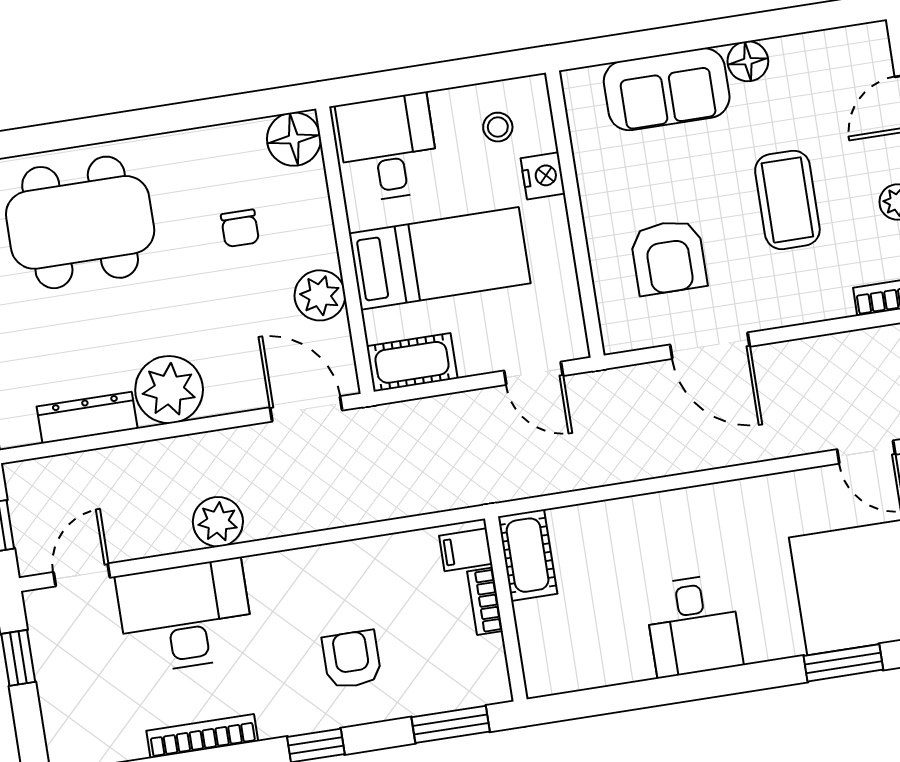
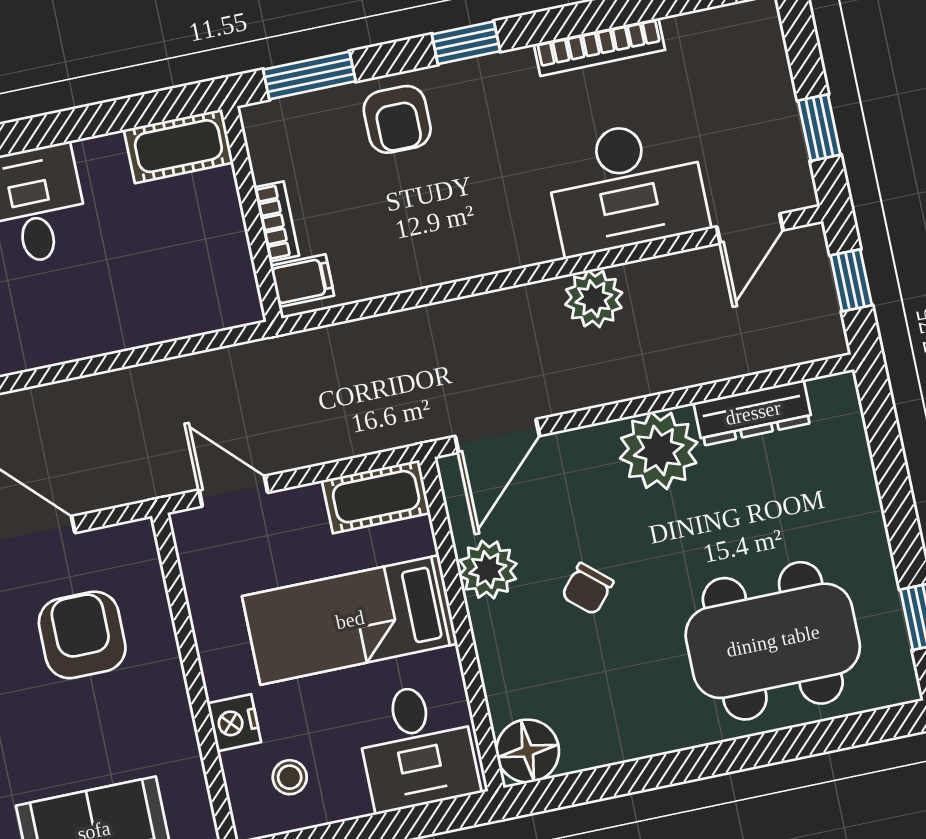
chair: (240, 228) -> (588, 589), moved, turned -139
door: (306, 409) -> (497, 436), hinge flipped
cot: (528, 555) -> (178, 146), moved, turned 90
armchair: (352, 659) -> (397, 119), moved

